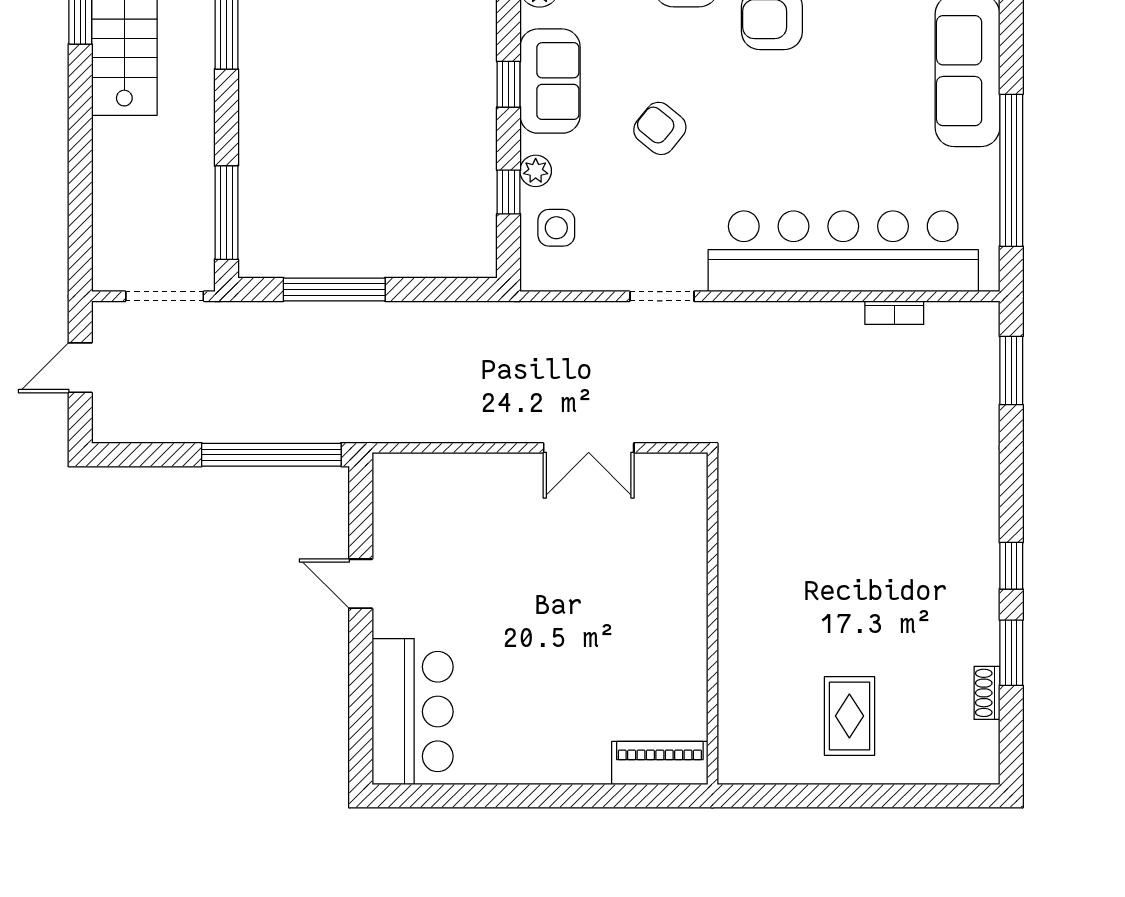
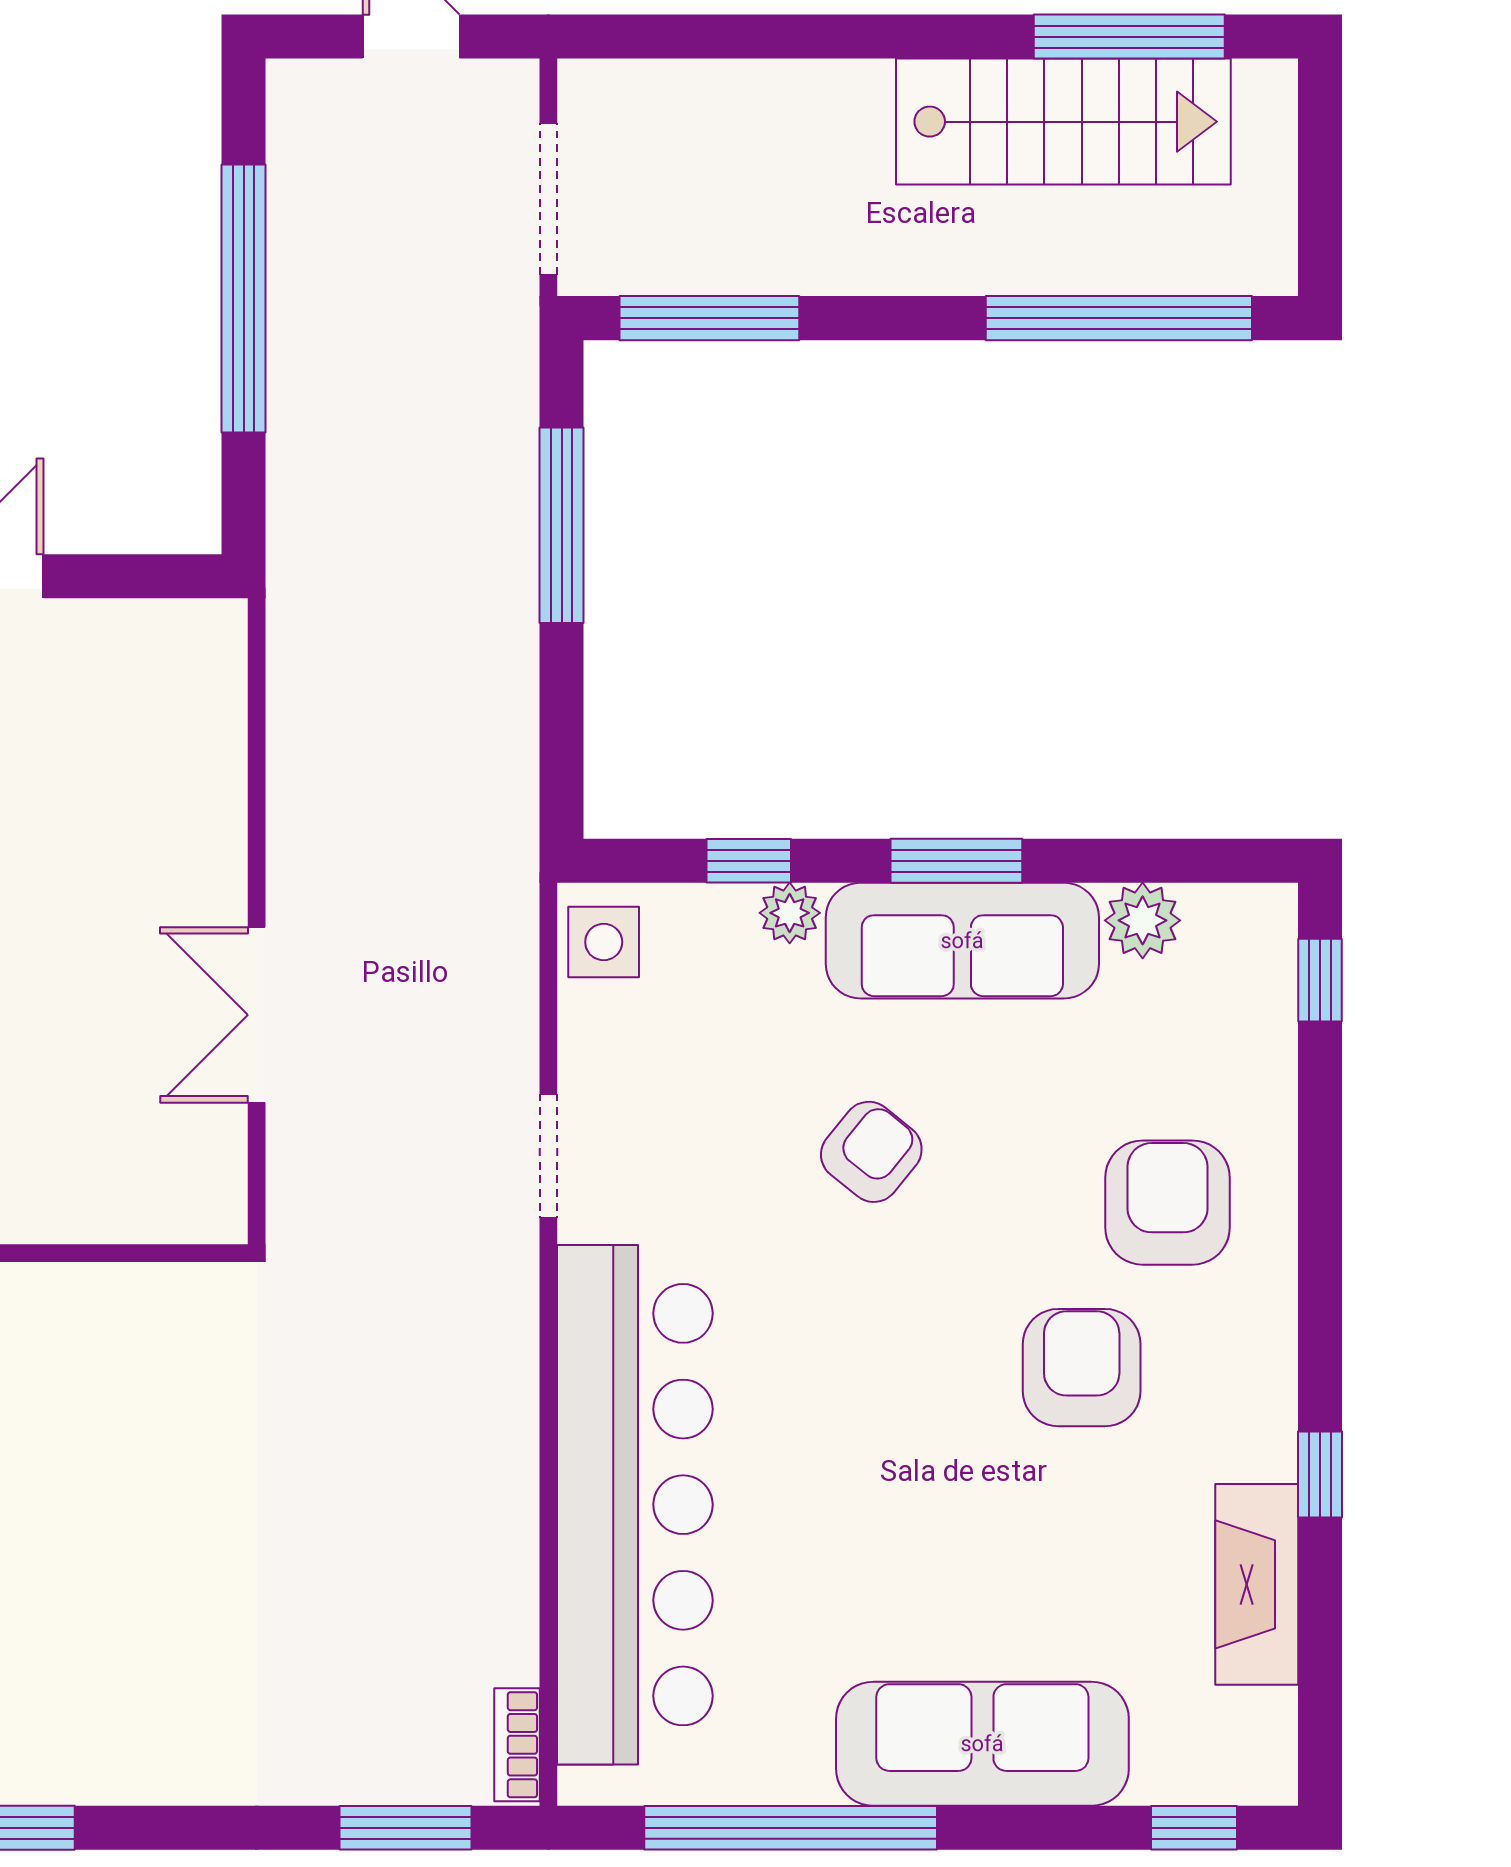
sofa: (550, 81) -> (962, 941), width x1.36
window: (509, 84) -> (956, 861), width x1.50
side table: (556, 228) -> (604, 942), moved
bookcase: (894, 313) -> (517, 1745), moved
window: (271, 455) -> (244, 299), moved

